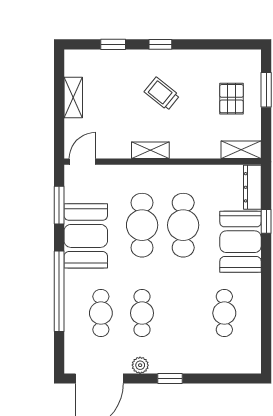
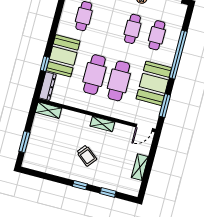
pallet: (232, 99) -> (46, 142), removed

